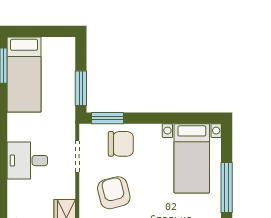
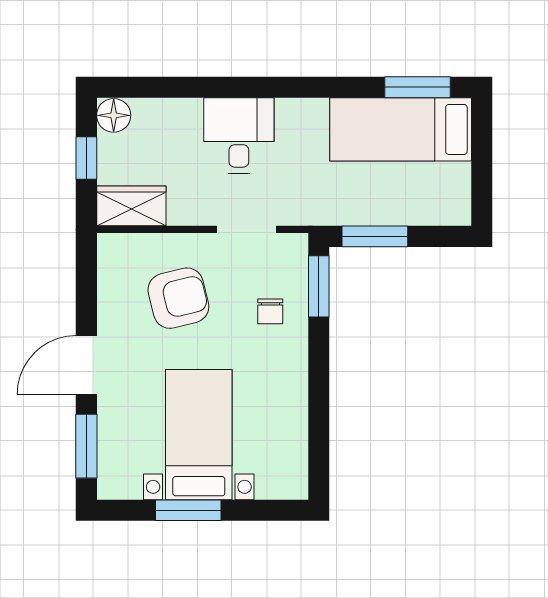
chair: (121, 144) -> (270, 311), width x0.54, depth x0.54
bed with nightstands: (192, 158) -> (199, 435), moved, turned 90
window: (227, 187) -> (188, 510), width x0.69

